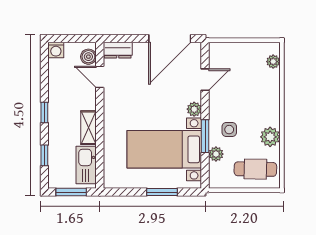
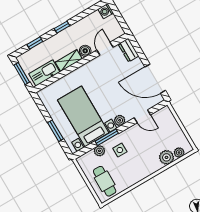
boiler: (88, 57) -> (85, 51), moved
plant: (270, 137) -> (166, 157), moved

